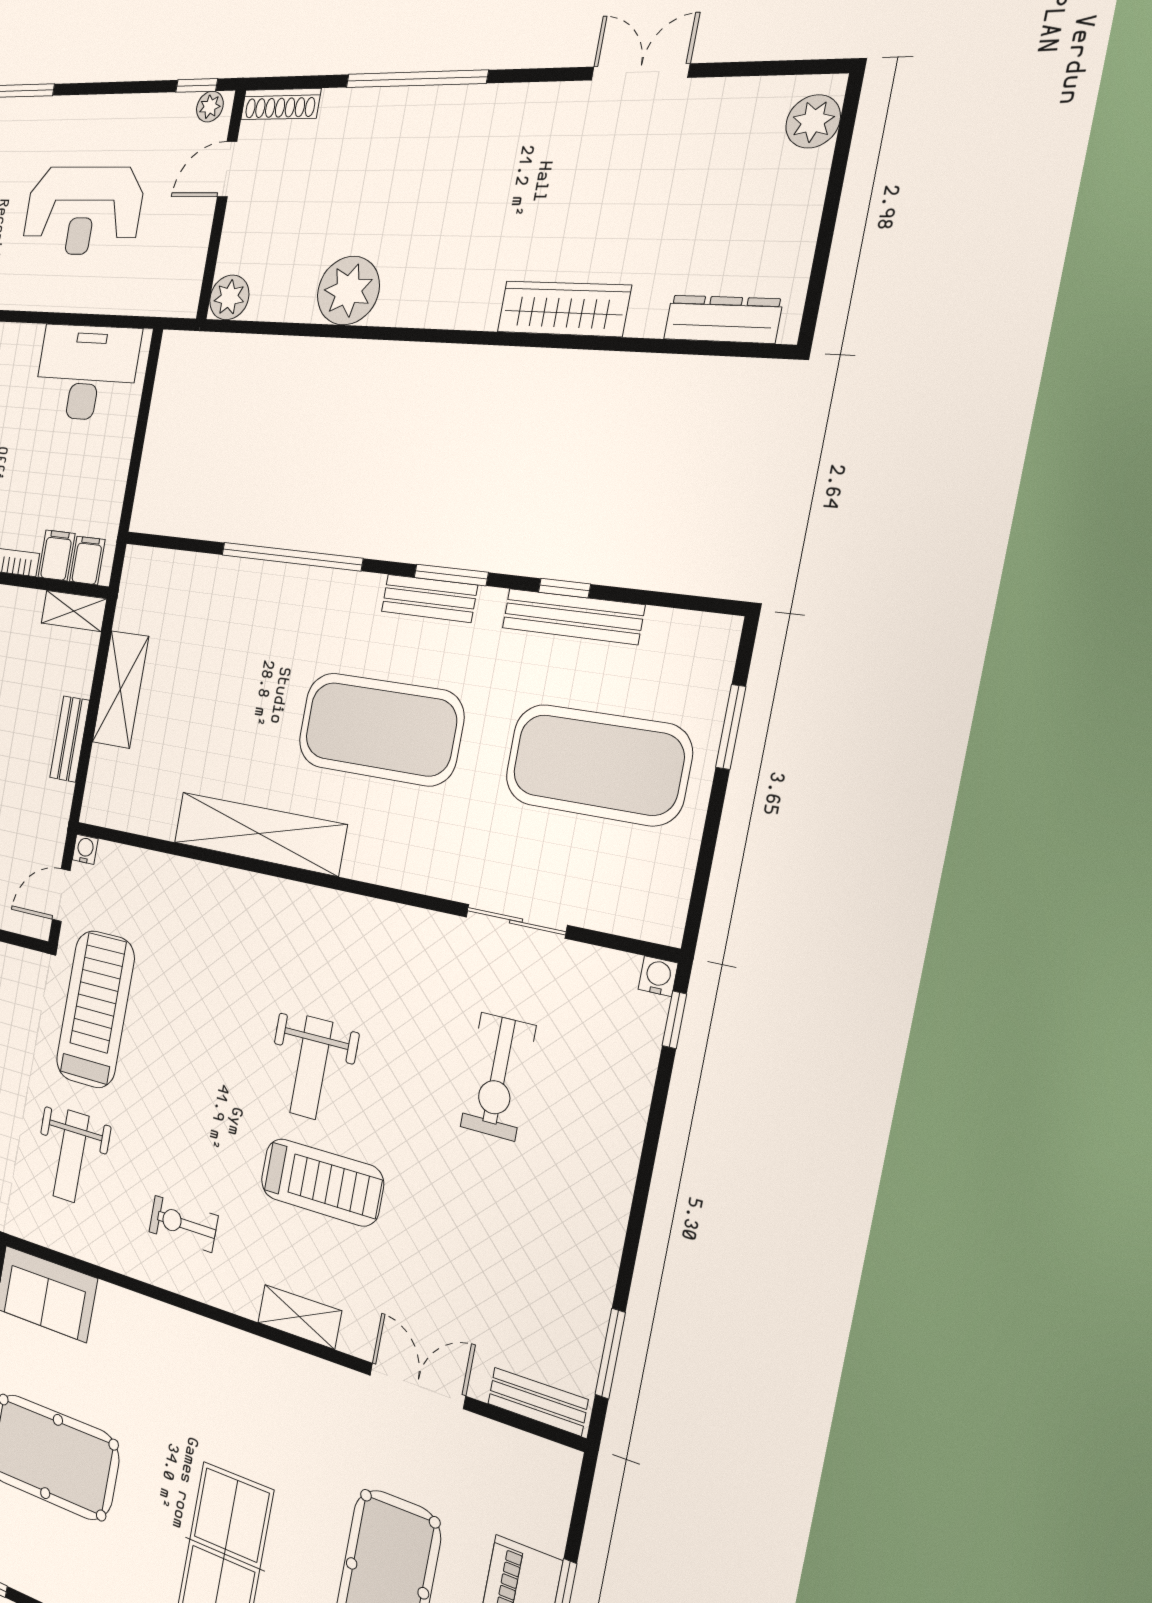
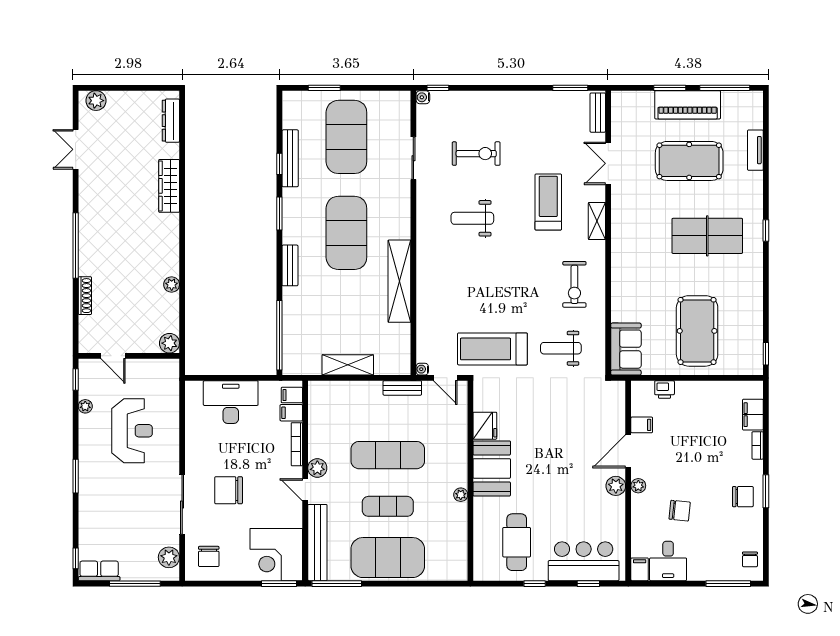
double door: (640, 72) -> (76, 149), moved
window: (416, 79) -> (76, 245), moved
shoe rack: (281, 104) -> (85, 296), moved
plant: (210, 107) -> (85, 406), moved
plant: (348, 291) -> (172, 285), width x0.53, depth x0.53
desk: (86, 373) -> (231, 402), moved, turned 90
window: (291, 557) -> (279, 335), moved
bench: (429, 598) -> (290, 265), moved
shelving: (74, 611) -> (316, 398), removed
bench: (70, 739) -> (402, 388), moved
weight bench: (311, 1068) -> (472, 218), moved, turned 180
weight bench: (71, 1156) -> (561, 348), turned 180
treadmill: (322, 1182) -> (548, 202), moved
exercise bike: (183, 1224) -> (574, 284), width x1.38, depth x1.39

